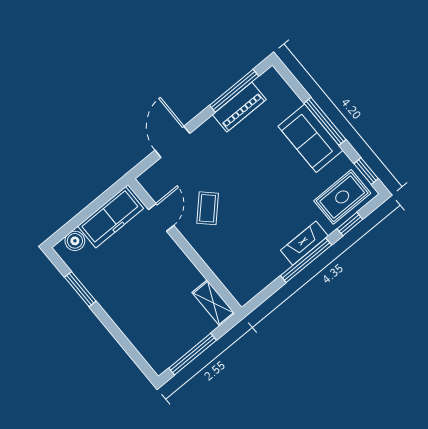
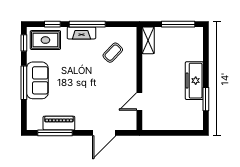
coffee table: (208, 208) -> (113, 53), moved
freezer: (111, 217) -> (194, 81), moved, turned -90
boiler: (75, 241) -> (189, 124), removed

